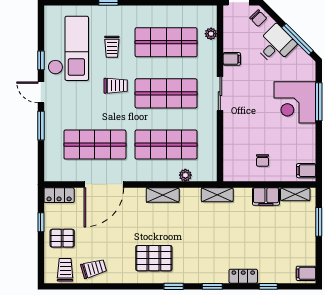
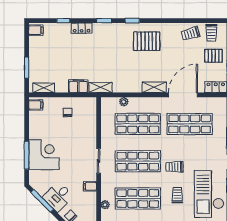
shelving: (163, 195) -> (154, 87), moved
filing cabinet: (266, 196) -> (78, 86), moved

